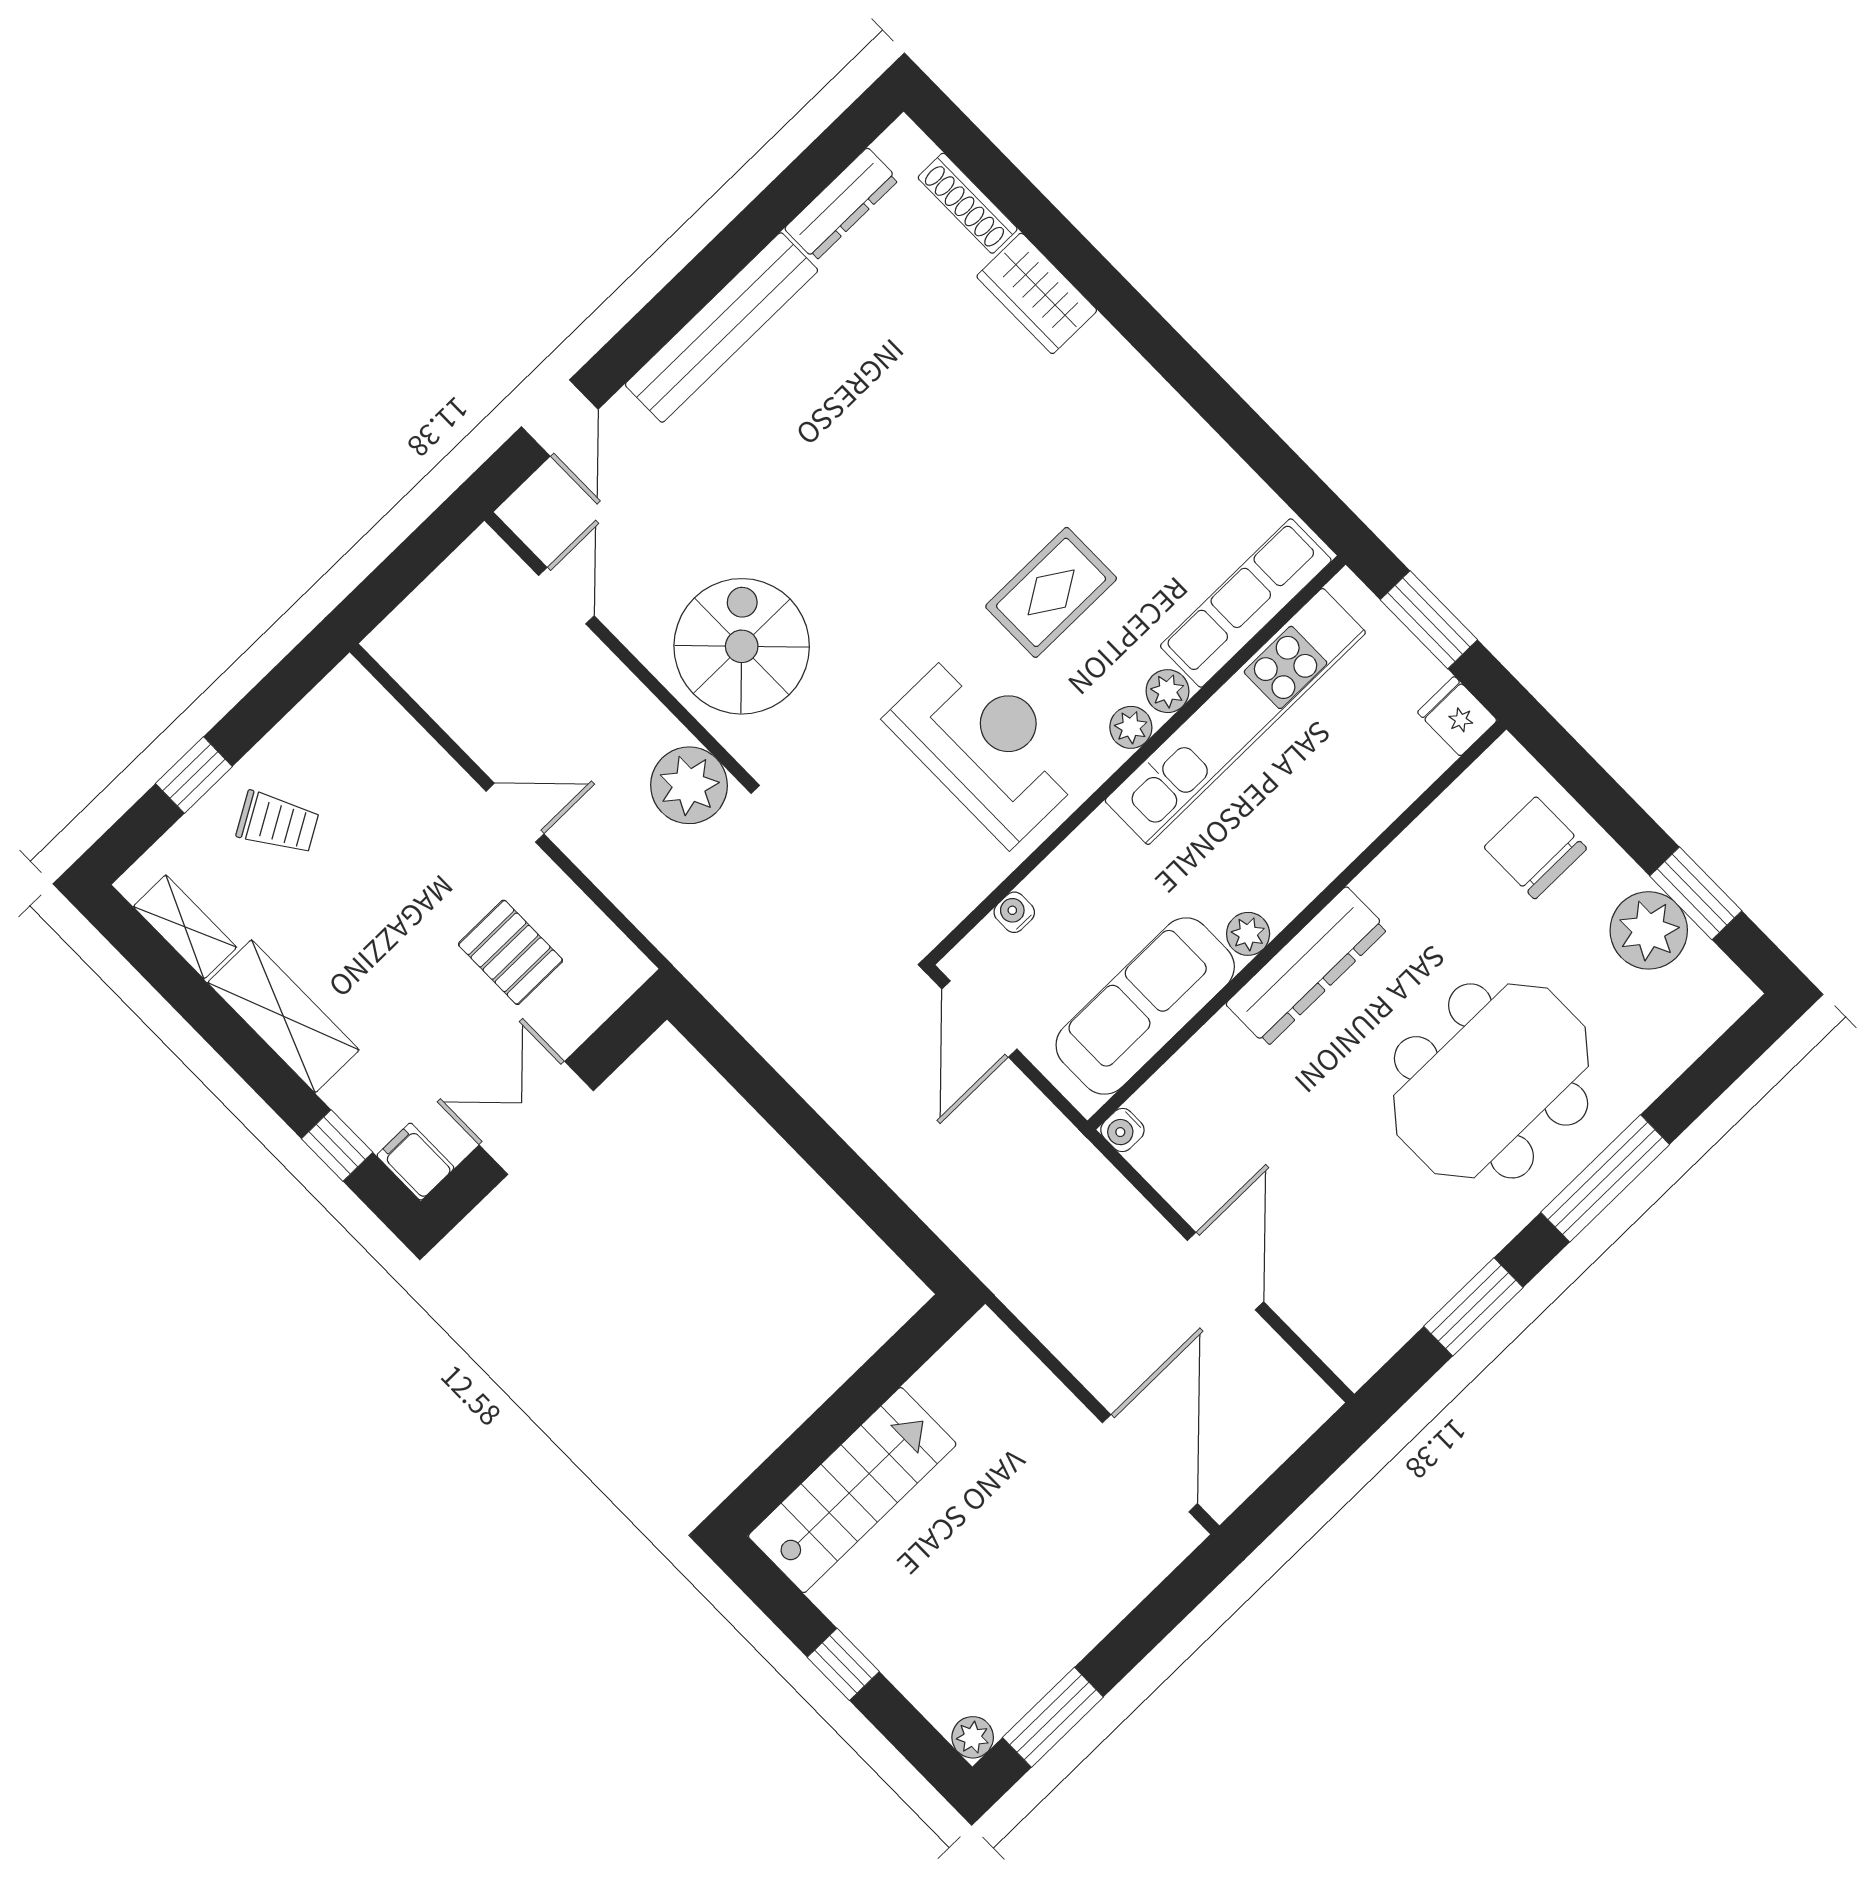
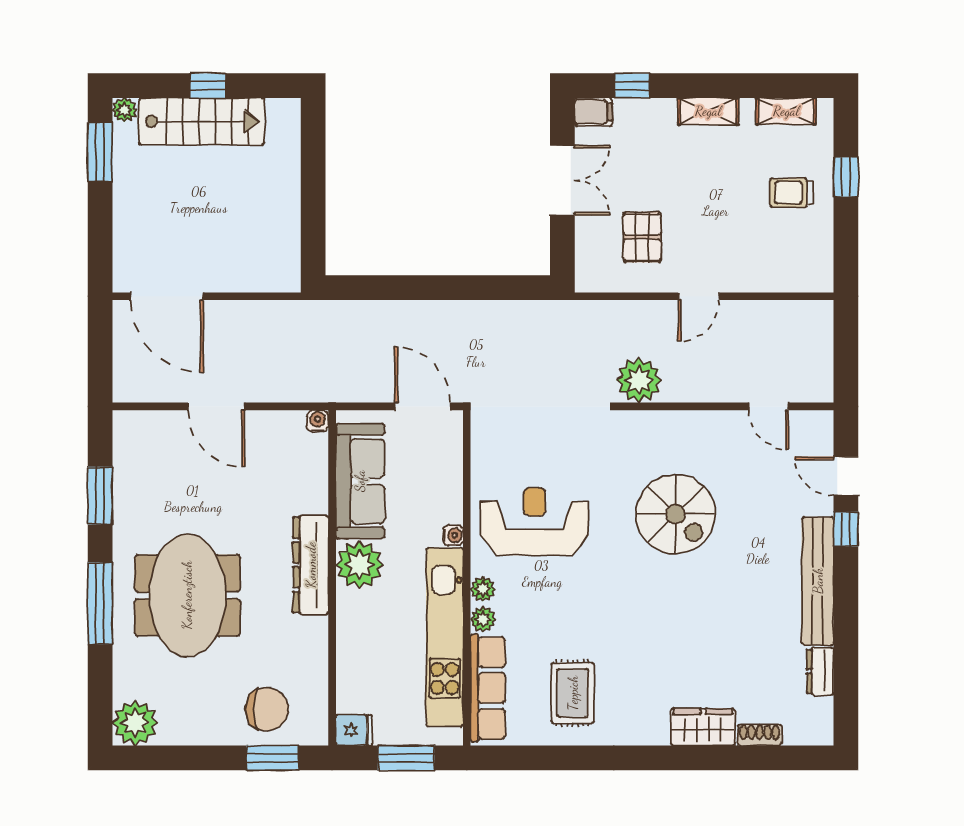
shoe rack: (968, 203) -> (760, 735), width x0.70
dresser: (842, 204) -> (820, 671), width x0.70
window: (624, 355) -> (846, 529), added
rug: (1051, 592) -> (573, 693), moved
spiral stairs: (742, 646) -> (676, 514), moved
reception desk: (987, 745) -> (534, 521), turned 180
trolley: (278, 823) -> (792, 193), turned 30
window: (1696, 893) -> (273, 758), moved
water cooler: (1014, 912) -> (453, 535), moved
plant: (1649, 930) -> (135, 723), moved
plant: (1248, 934) -> (359, 565), width x1.88, depth x1.88
pallet: (511, 952) -> (642, 237), turned 90
shelving: (283, 1016) -> (708, 111), width x0.67, depth x0.75
stairs: (852, 1490) -> (202, 121), moved, turned -90

